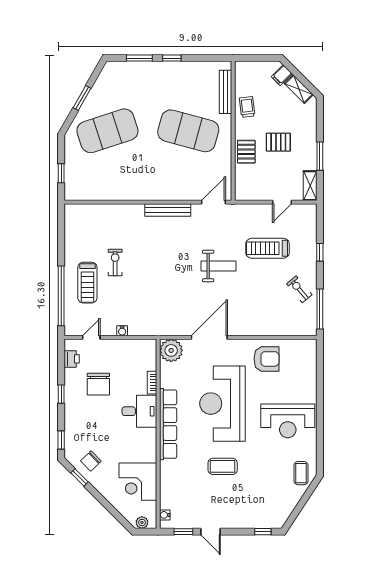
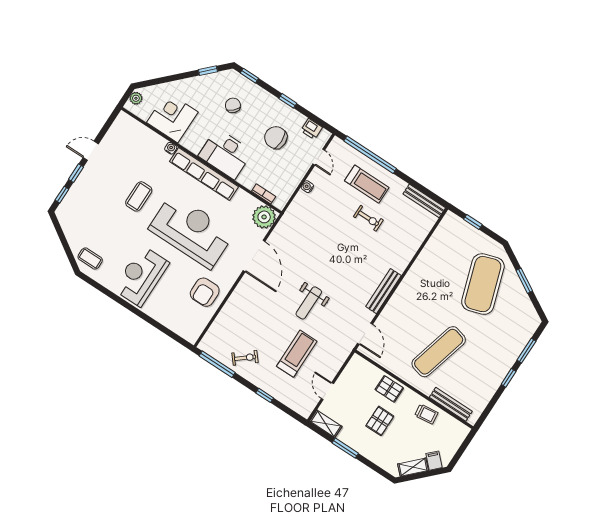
exercise mat: (188, 131) -> (439, 352), width x0.68
bench: (70, 225) -> (424, 201), added
treadmill: (87, 283) -> (367, 184), turned 180
bookcase: (152, 383) -> (264, 194), moved
desk: (139, 411) -> (226, 154), width x1.37
chair: (91, 461) -> (233, 105), moved
water cooler: (165, 515) -> (171, 148), moved
window: (183, 532) -> (76, 173), moved

